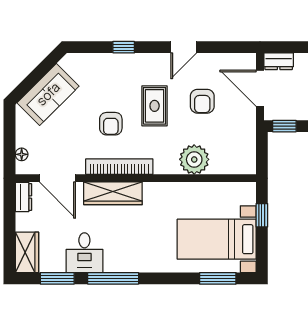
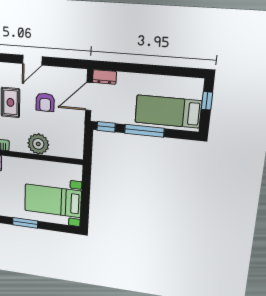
door: (260, 88) -> (89, 97), hinge flipped
window: (262, 215) -> (86, 189), removed
window: (218, 278) -> (25, 223), moved

